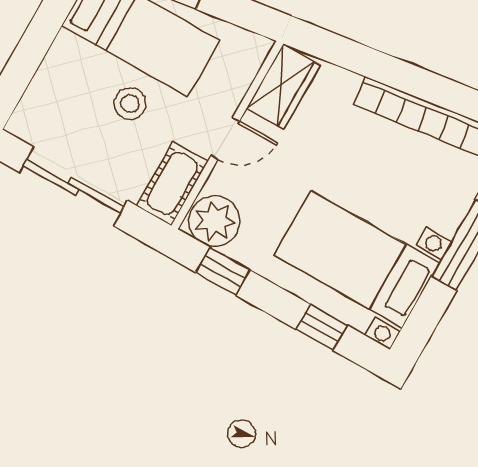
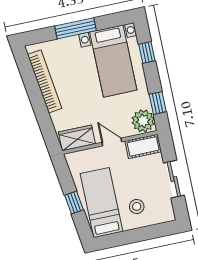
stool: (130, 104) -> (137, 206), moved
sliding door: (74, 186) -> (174, 179), width x0.73

